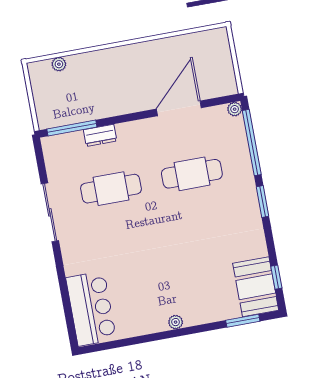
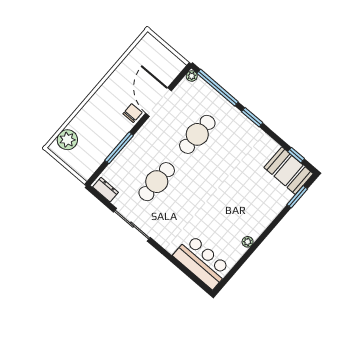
plant: (59, 64) -> (67, 140), width x1.87, depth x1.87
chair: (143, 98) -> (132, 113), added
window: (72, 128) -> (119, 148), moved
dresser: (100, 135) -> (106, 190), moved, turned -90
plant: (176, 322) -> (248, 242), moved

